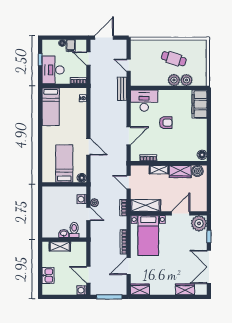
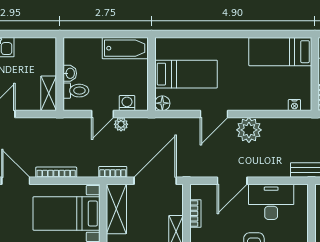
desk: (144, 101) -> (271, 202), moved, turned -90
plant: (98, 126) -> (249, 130), added
door: (129, 136) -> (232, 181), hinge flipped
door: (129, 182) -> (155, 181), width x1.88
bathtub: (49, 200) -> (125, 48), added
shelving: (60, 246) -> (49, 93), moved

